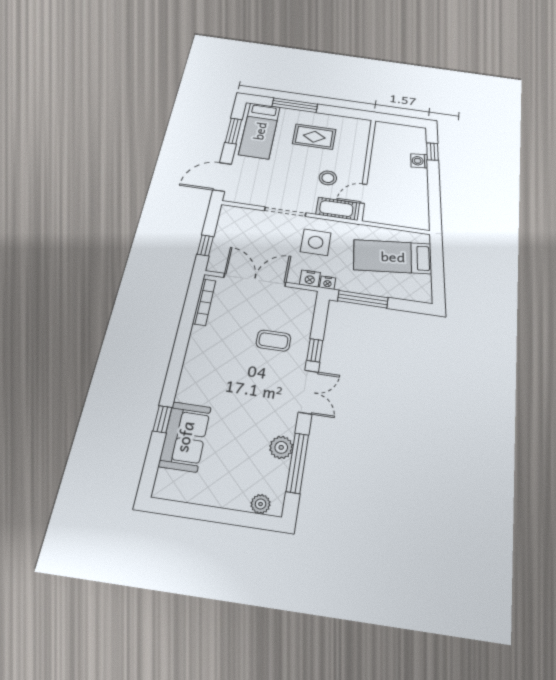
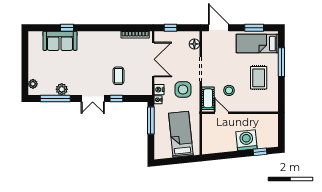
washing machine: (419, 161) -> (246, 140), width x1.89, depth x1.89
floor lamp: (241, 214) -> (194, 44), added

